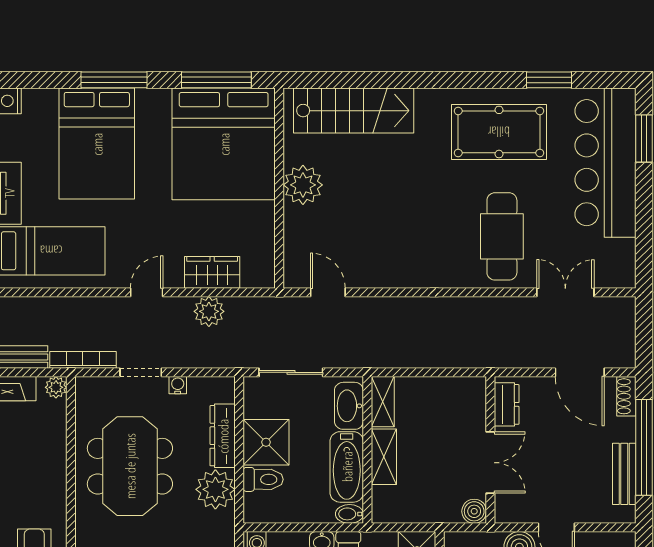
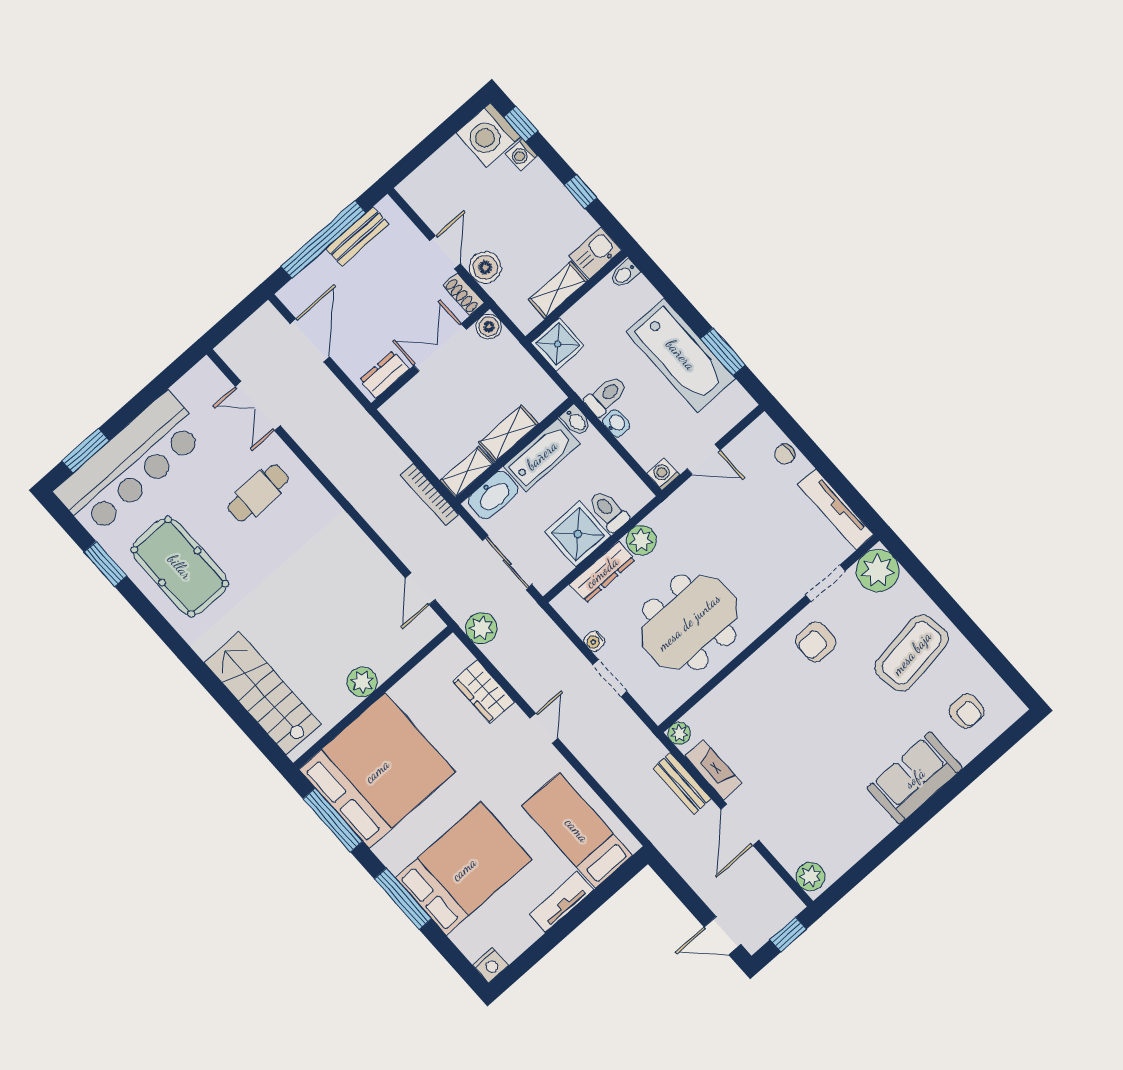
plant: (303, 185) -> (362, 682), width x0.73, depth x0.73
cafe table: (502, 236) -> (258, 493), width x0.73, depth x0.74
door: (147, 292) -> (544, 728), swing flipped
plant: (209, 311) -> (481, 628), moved
bookcase: (83, 360) -> (430, 494), moved
shoe rack: (626, 396) -> (463, 294), moved, turned 90
plant: (215, 489) -> (641, 540), width x0.73, depth x0.73

